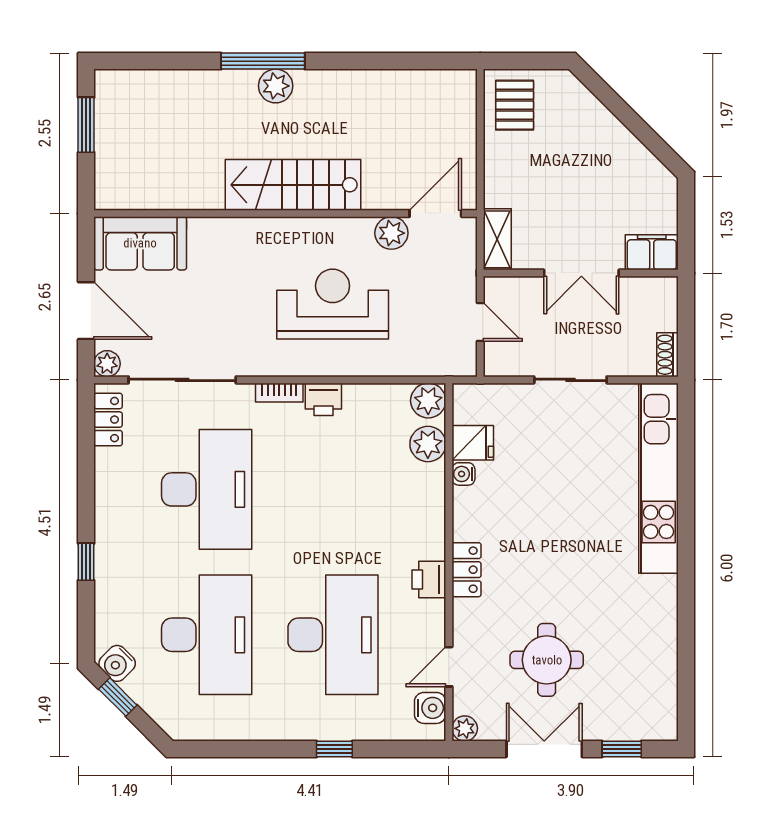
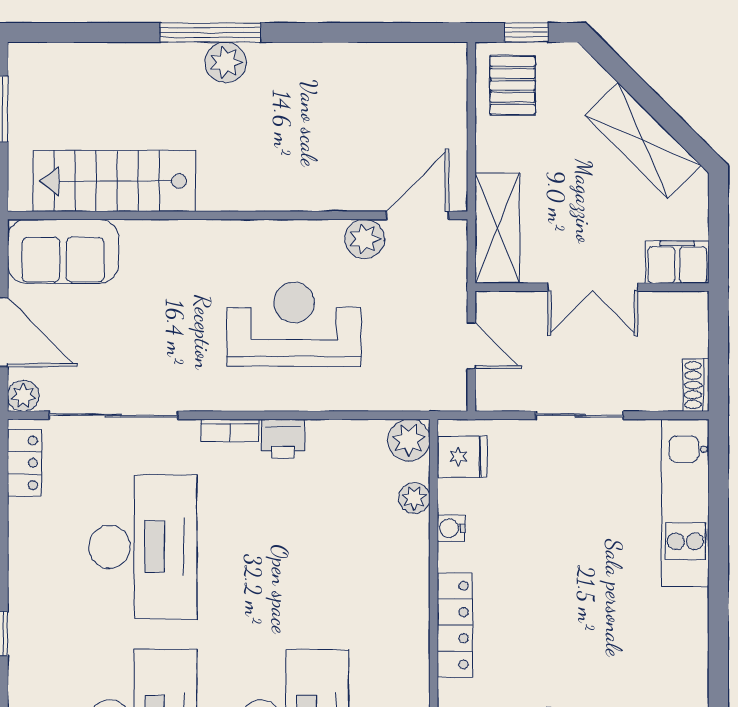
window: (526, 61) -> (526, 32), added
shelving: (623, 151) -> (643, 140), added
stairs: (293, 185) -> (114, 181), moved
shelving: (497, 239) -> (497, 228), width x1.50, depth x1.33
fridge: (473, 443) -> (462, 457), moved
plant: (428, 444) -> (414, 498), width x0.73, depth x0.73
kitchen unit: (659, 478) -> (685, 503), width x0.73
locker: (466, 570) -> (455, 625), width x1.53
printer: (429, 580) -> (410, 655), removed

